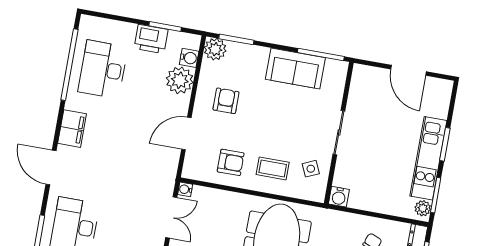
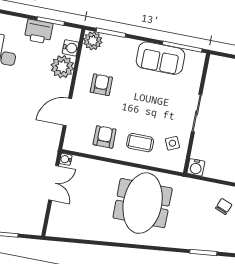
armchair: (231, 162) -> (105, 137), turned -90

